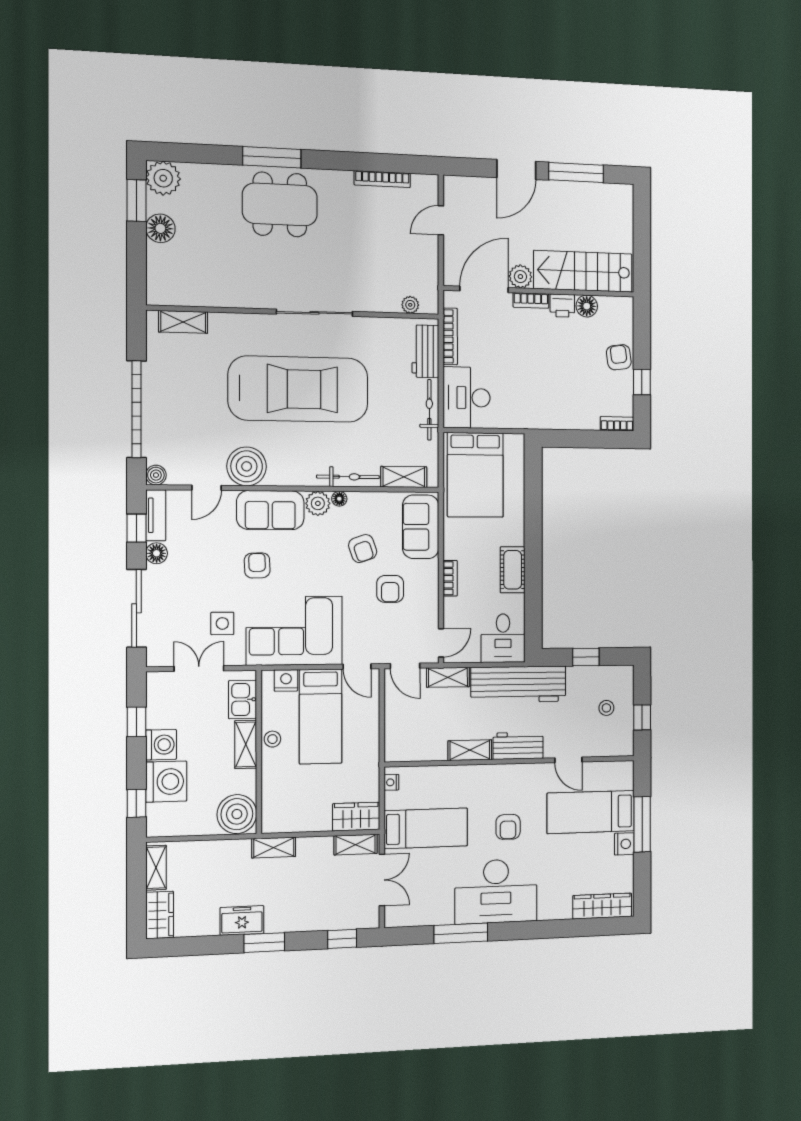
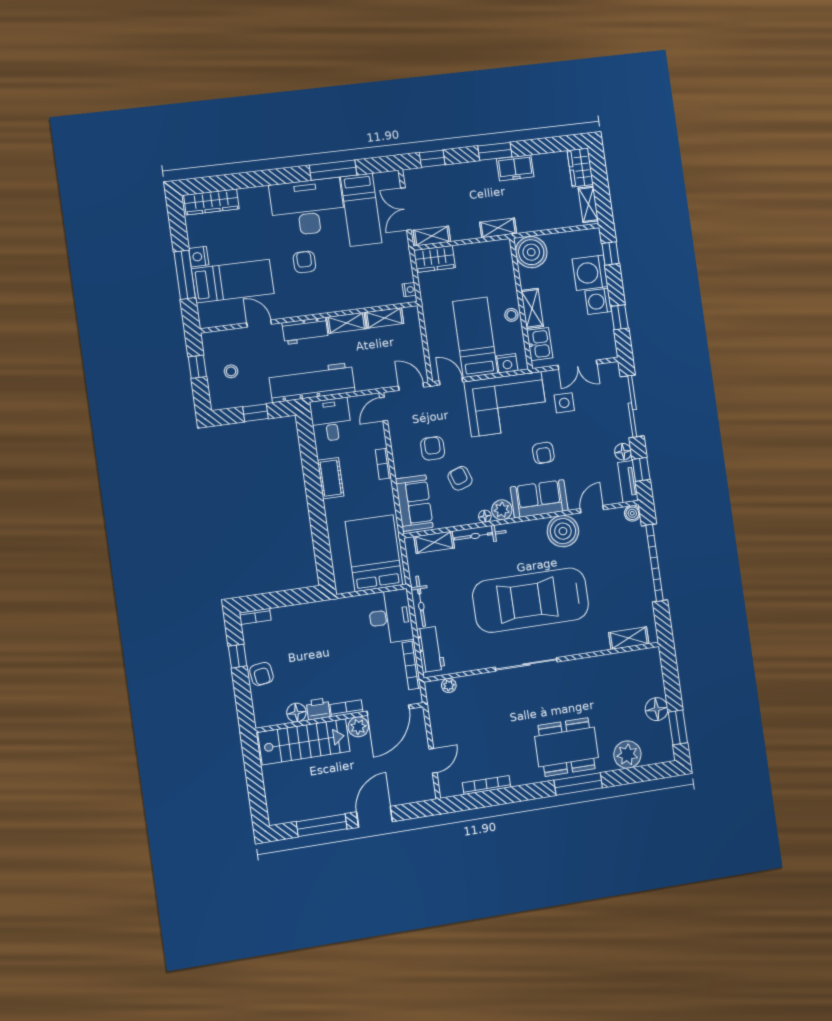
plant: (163, 178) -> (627, 755), moved
shelving: (448, 677) -> (384, 318), moved
bed: (426, 828) -> (361, 210), moved, turned -90

